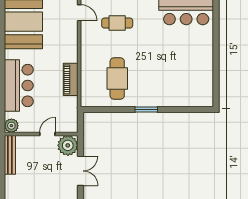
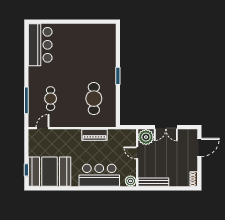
cafe table: (117, 78) -> (94, 99), turned 90
double door: (80, 171) -> (166, 127), swing flipped

